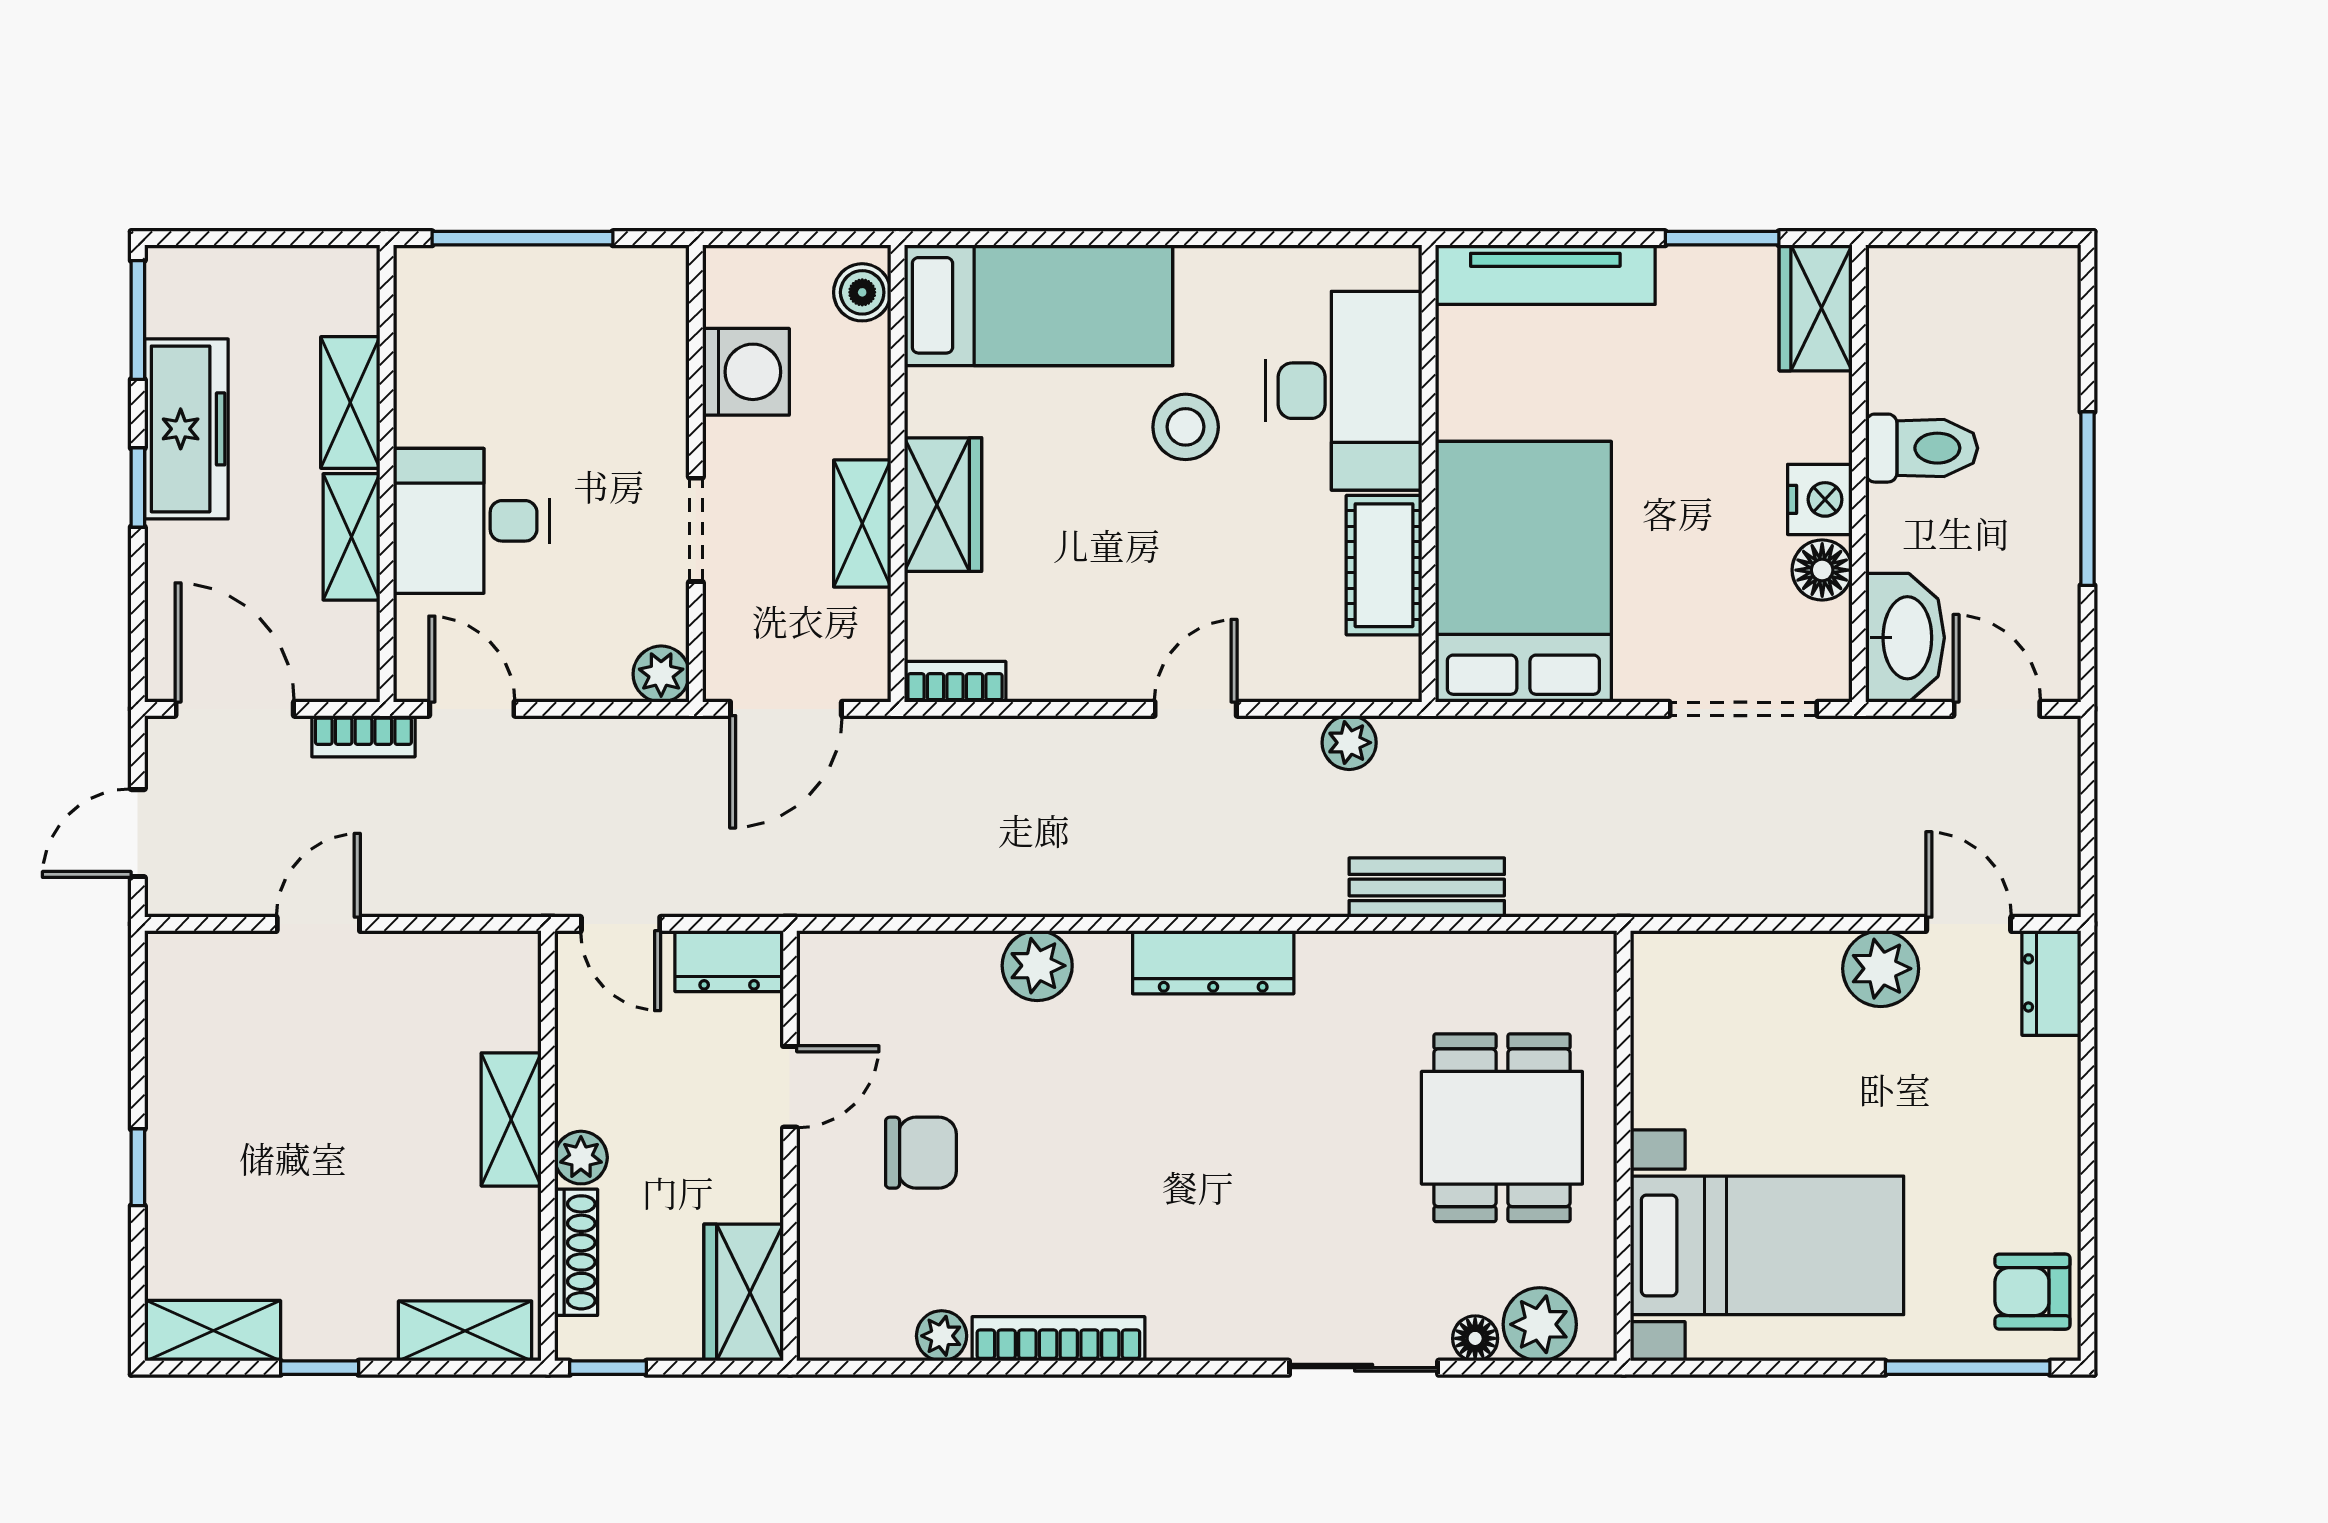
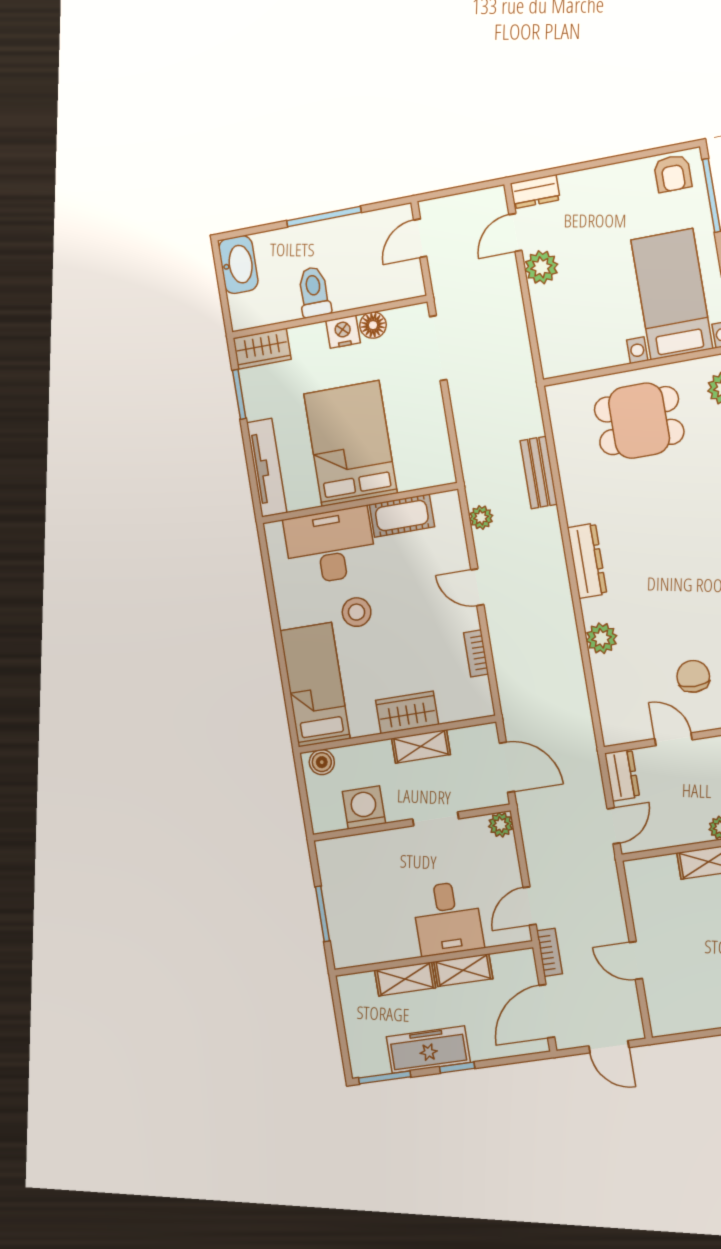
window: (522, 238) -> (322, 914), width x0.69
bed: (1523, 572) -> (350, 444), moved, turned 90
washbasin: (1905, 638) -> (238, 265), moved, turned 90
bookcase: (955, 682) -> (476, 653), moved

